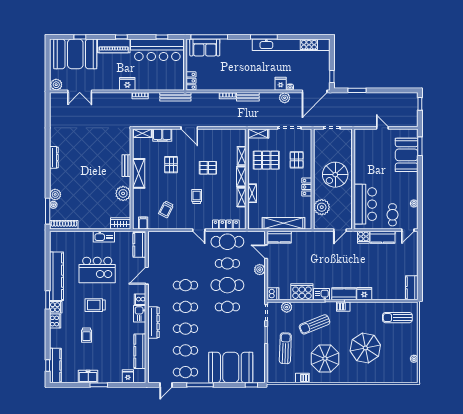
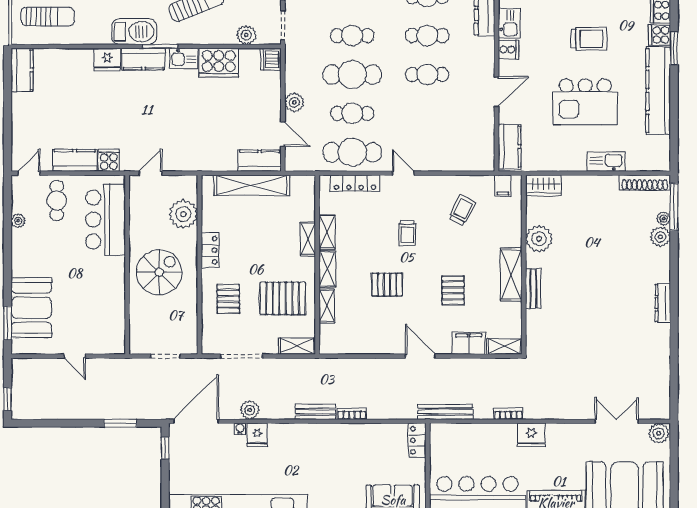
kitchen sink: (104, 237) -> (606, 161), moved
kitchen island: (97, 270) -> (585, 102), turned 180
barbecue: (343, 307) -> (134, 32), width x1.88, depth x1.53

